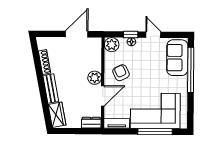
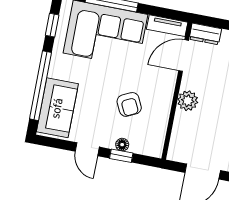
plant: (112, 45) -> (153, 146), removed
armchair: (121, 73) -> (129, 104), moved
door: (103, 96) -> (184, 56), moved
window: (190, 110) -> (52, 25), added

